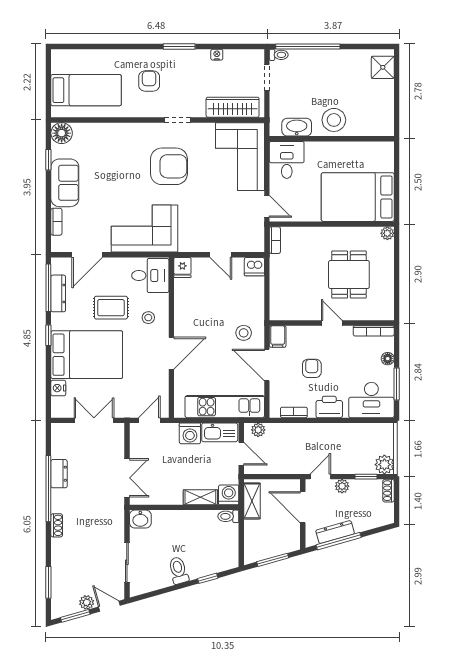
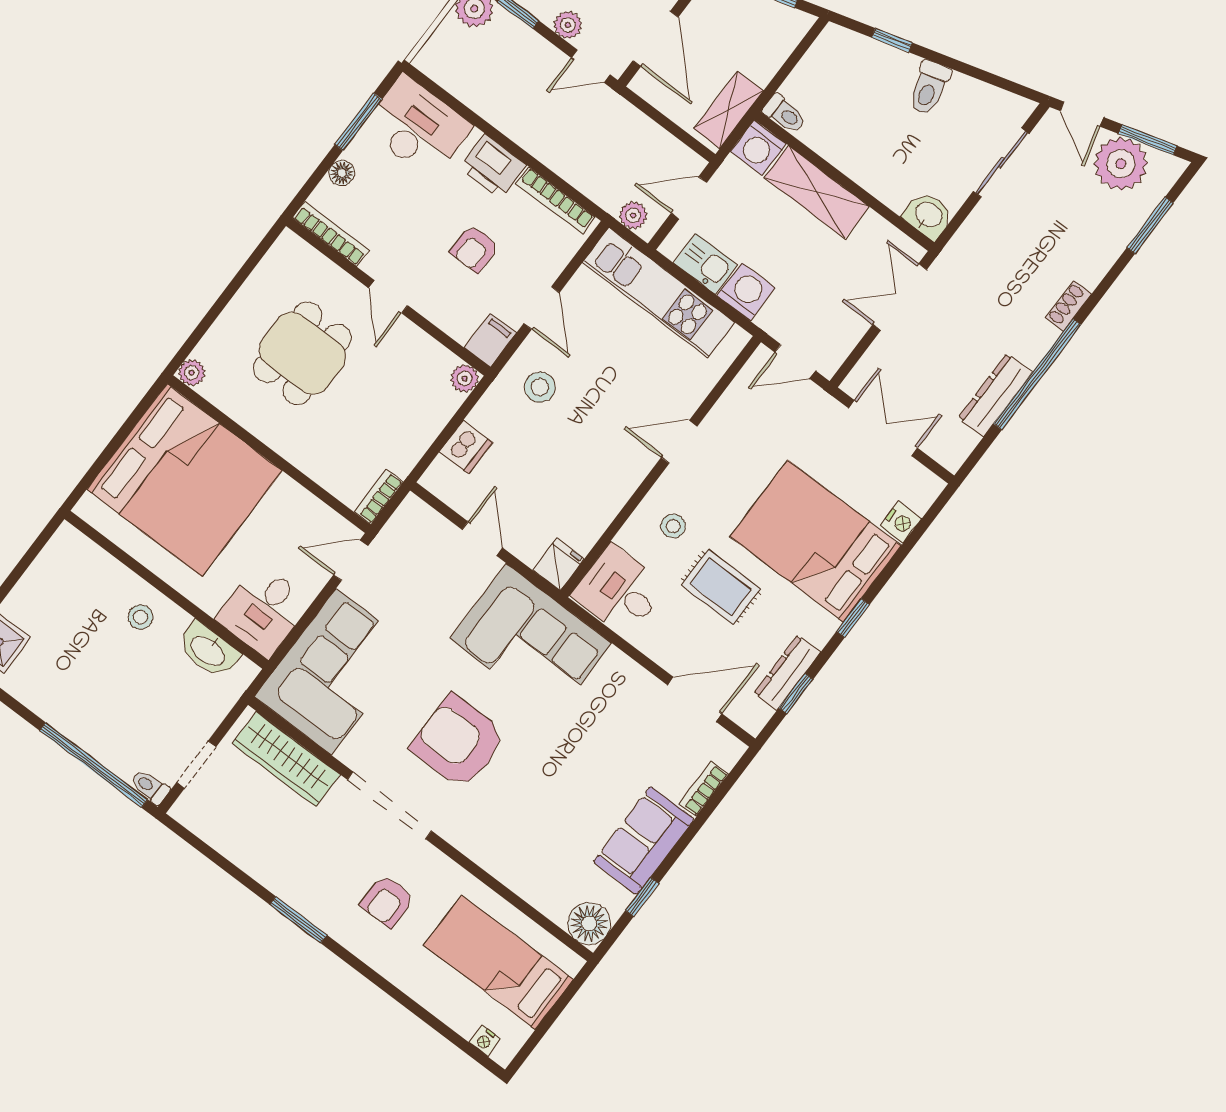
nightstand: (217, 55) -> (485, 1041), moved
doorway: (177, 120) -> (389, 805), width x1.88
stool: (334, 120) -> (140, 617), width x0.53, depth x0.53
bed: (358, 197) -> (184, 480), width x1.36
door: (267, 206) -> (351, 560), hinge flipped
corner sofa: (144, 229) -> (531, 641), moved
dishwasher: (254, 267) -> (466, 447), moved, turned 90
window: (48, 288) -> (796, 694), width x0.46
plant: (276, 314) -> (464, 378), added
door: (171, 353) -> (679, 442), width x0.73
door: (267, 365) -> (542, 308), width x0.73
bookcase: (294, 412) -> (556, 200), width x1.56
double door: (94, 420) -> (883, 428), swing flipped
kitchen sink: (220, 432) -> (705, 264), width x0.73
door: (241, 454) -> (689, 198), hinge flipped
dresser: (59, 474) -> (995, 395), width x1.44
shelving: (200, 497) -> (817, 192), width x1.50, depth x1.33
plant: (87, 602) -> (1121, 164), width x1.88, depth x1.88

